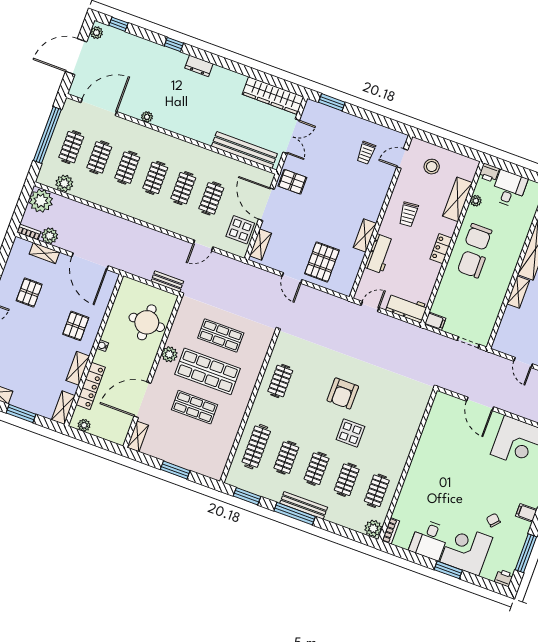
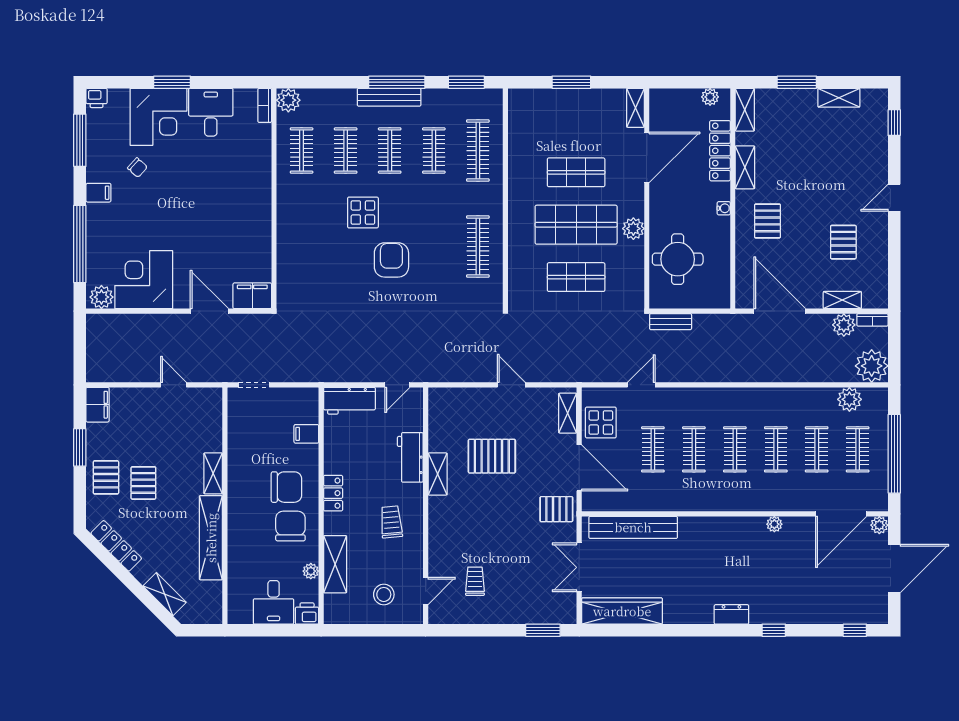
plant: (96, 33) -> (879, 525), moved
pallet: (322, 262) -> (492, 456), moved, turned 90
filing cabinet: (435, 321) -> (306, 434), moved
clothes rail: (280, 381) -> (478, 246), width x1.36
filing cabinet: (447, 404) -> (252, 296), added

